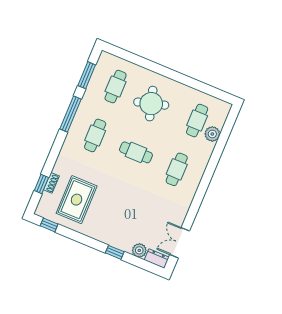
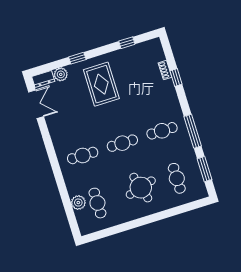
cafe table: (95, 135) -> (162, 131), turned 90
cafe table: (177, 169) -> (83, 155), turned 90
window: (41, 184) -> (176, 78), moved
rug: (77, 200) -> (101, 84), moved
window: (49, 225) -> (127, 43), moved

